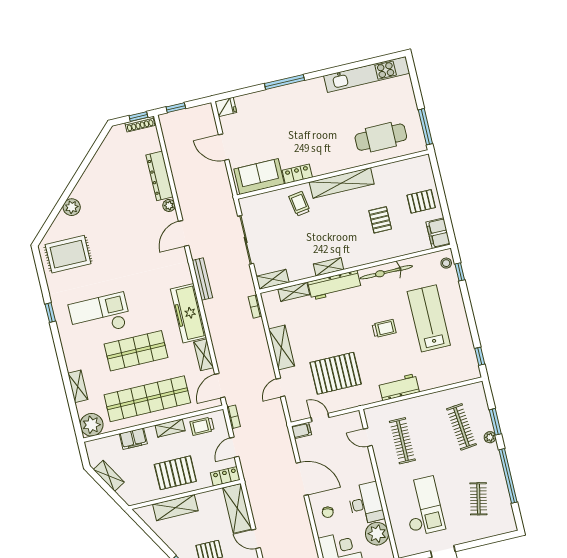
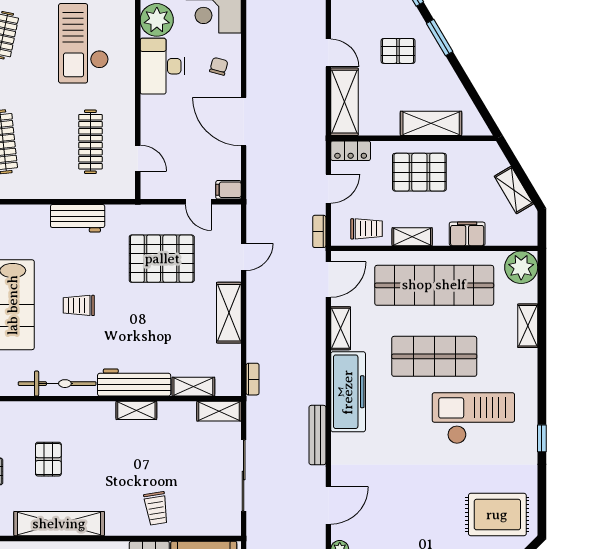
shelving: (342, 183) -> (59, 524), moved
checkout: (100, 315) -> (473, 418), turned 180

